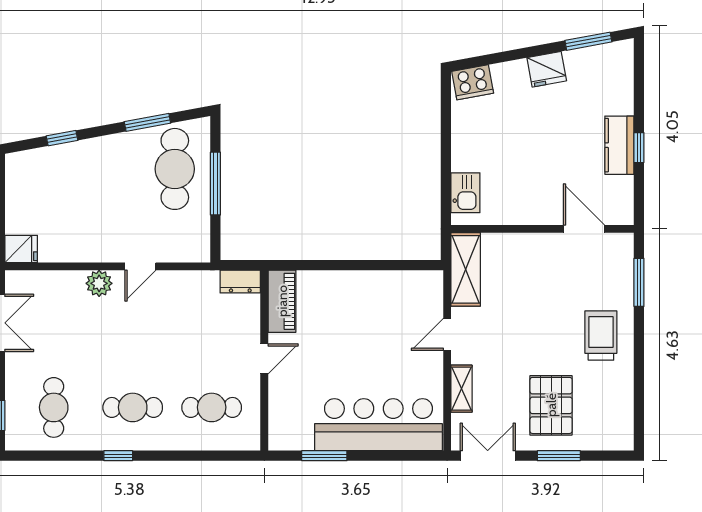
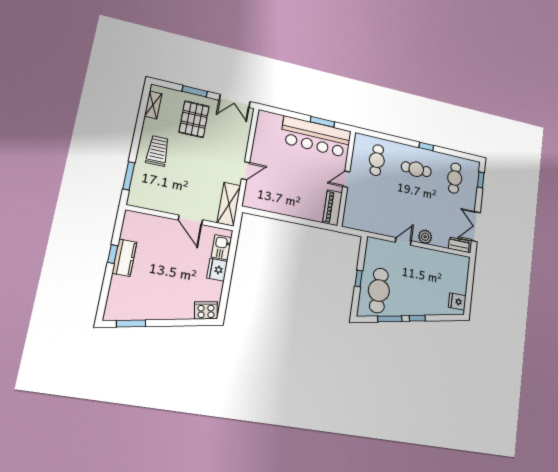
fridge: (547, 69) -> (217, 270), moved, turned -80
window: (62, 138) -> (417, 318), moved
window: (215, 184) -> (359, 278), width x0.46
door: (584, 229) -> (190, 220), moved
fridge: (21, 249) -> (457, 302), moved
dresser: (240, 282) -> (459, 245), moved
trolley: (601, 335) -> (158, 151), turned 180
shelving: (462, 389) -> (153, 105), moved
cafe table: (212, 407) -> (377, 160), turned 90
bar counter: (378, 425) -> (316, 137), moved

